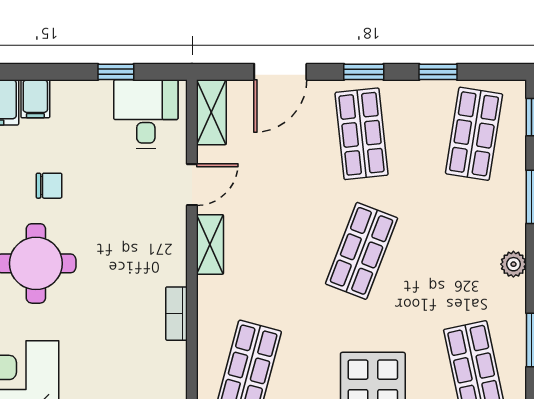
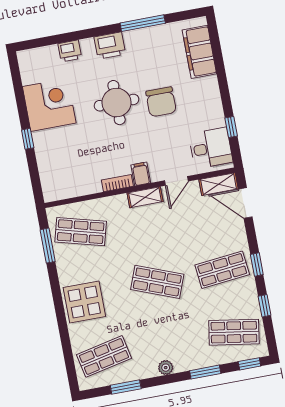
door: (280, 72) -> (245, 203), moved
filing cabinet: (35, 99) -> (141, 174), moved, turned 90
door: (192, 185) -> (176, 181), hinge flipped
chair: (49, 186) -> (161, 102), width x1.87, depth x1.87
bookcase: (177, 314) -> (117, 183), moved

